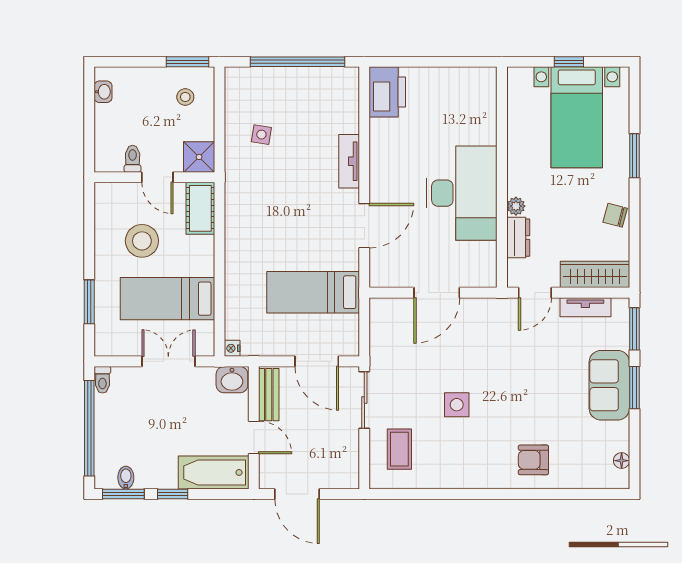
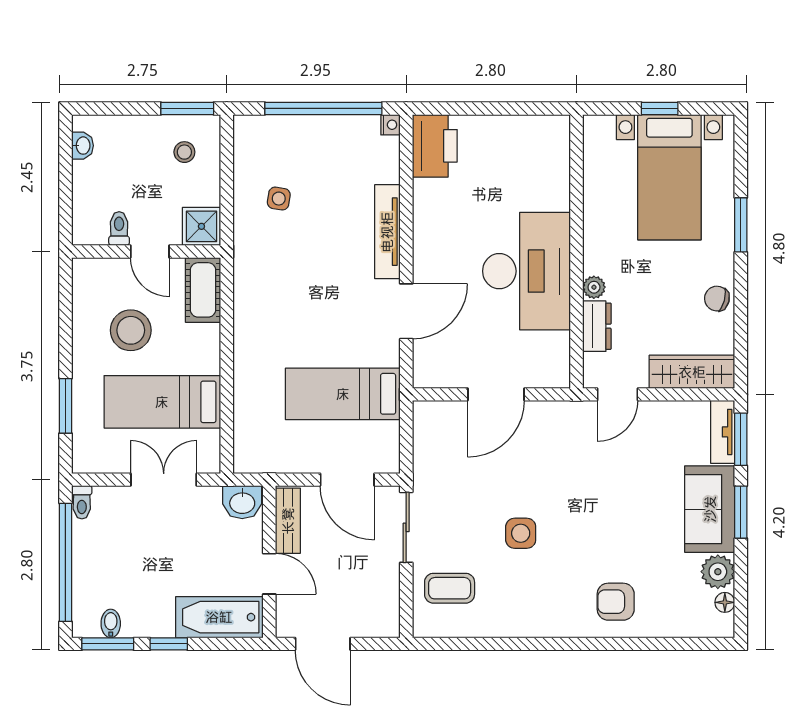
tv unit: (349, 161) -> (387, 232), width x1.41
tv unit: (585, 307) -> (723, 432), moved, turned 90
nightstand: (232, 348) -> (390, 125), moved, turned 180
plant: (616, 436) -> (718, 572), added
coffee table: (399, 449) -> (450, 588), turned 90

